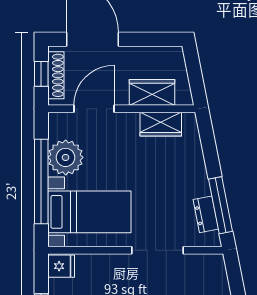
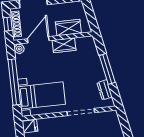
wardrobe: (161, 124) -> (64, 45), moved
plant: (66, 157) -> (19, 49), moved, width x0.53, depth x0.53
window: (221, 205) -> (107, 69), moved

